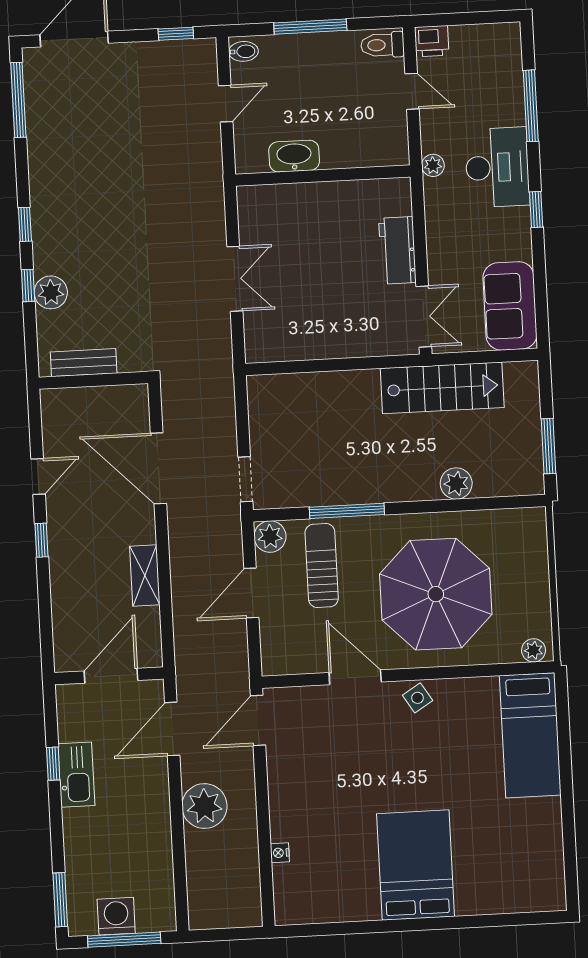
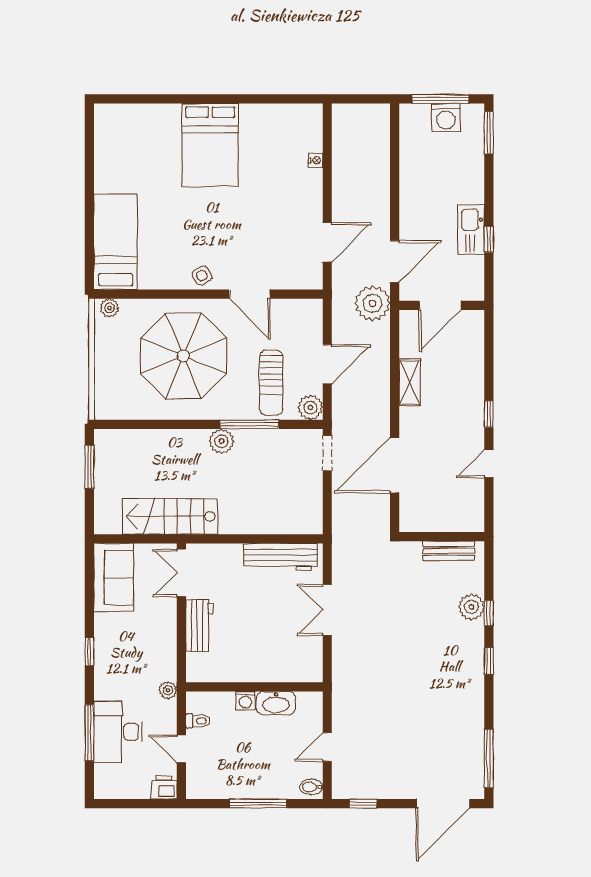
toilet: (382, 45) -> (198, 721), moved, width x0.73, depth x0.72
washing machine: (333, 157) -> (245, 701), added
desk: (497, 167) -> (118, 732), moved
workbench: (298, 343) -> (280, 557), added
door: (158, 468) -> (395, 465), swing flipped
plant: (456, 484) -> (222, 441), moved
door: (258, 720) -> (327, 242), moved
plant: (204, 806) -> (372, 303), moved

